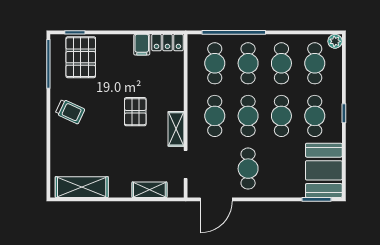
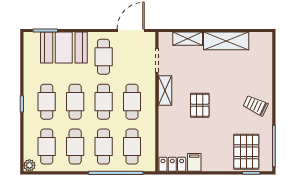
booth: (324, 170) -> (64, 48), moved, turned 90
shelving: (82, 187) -> (226, 41), moved

